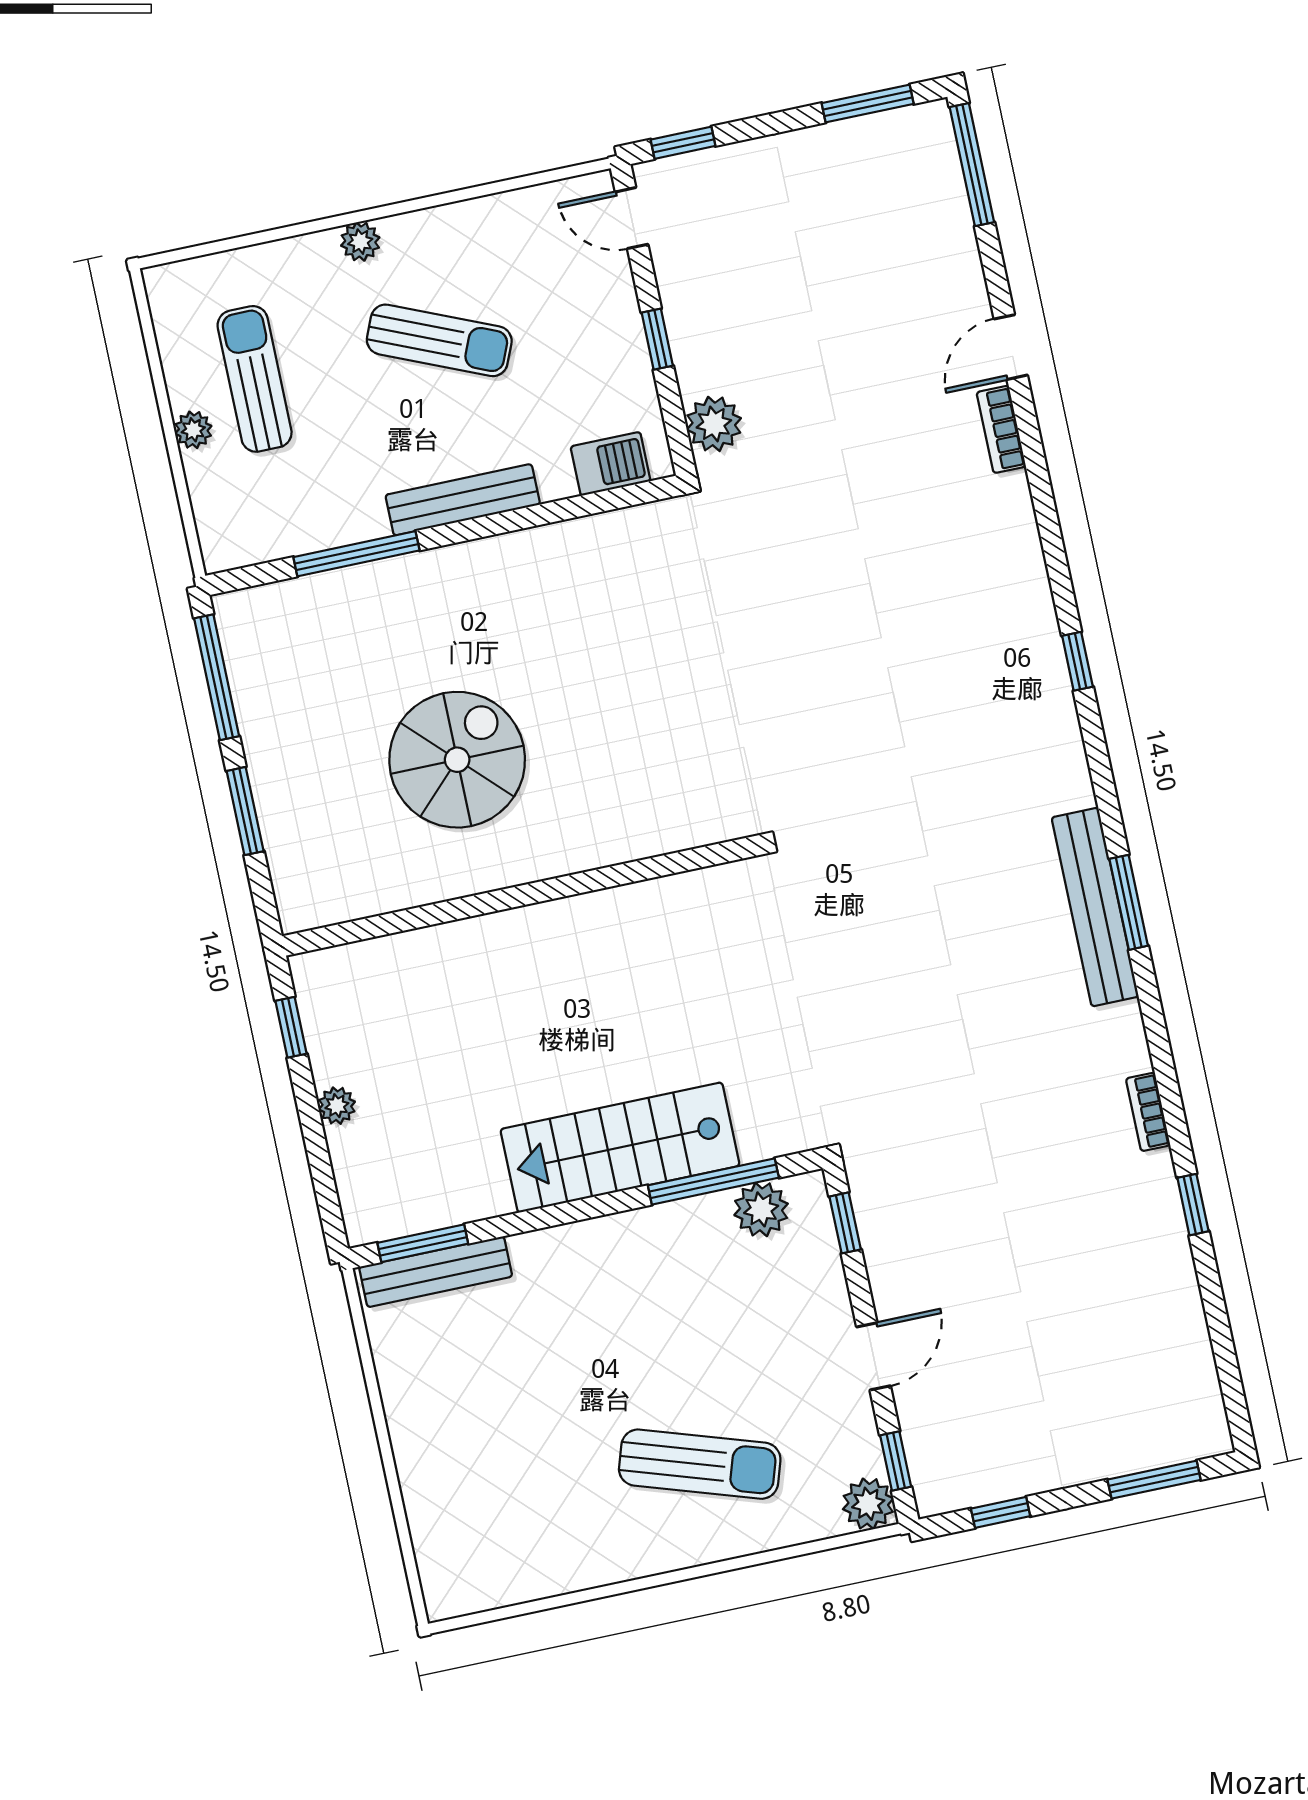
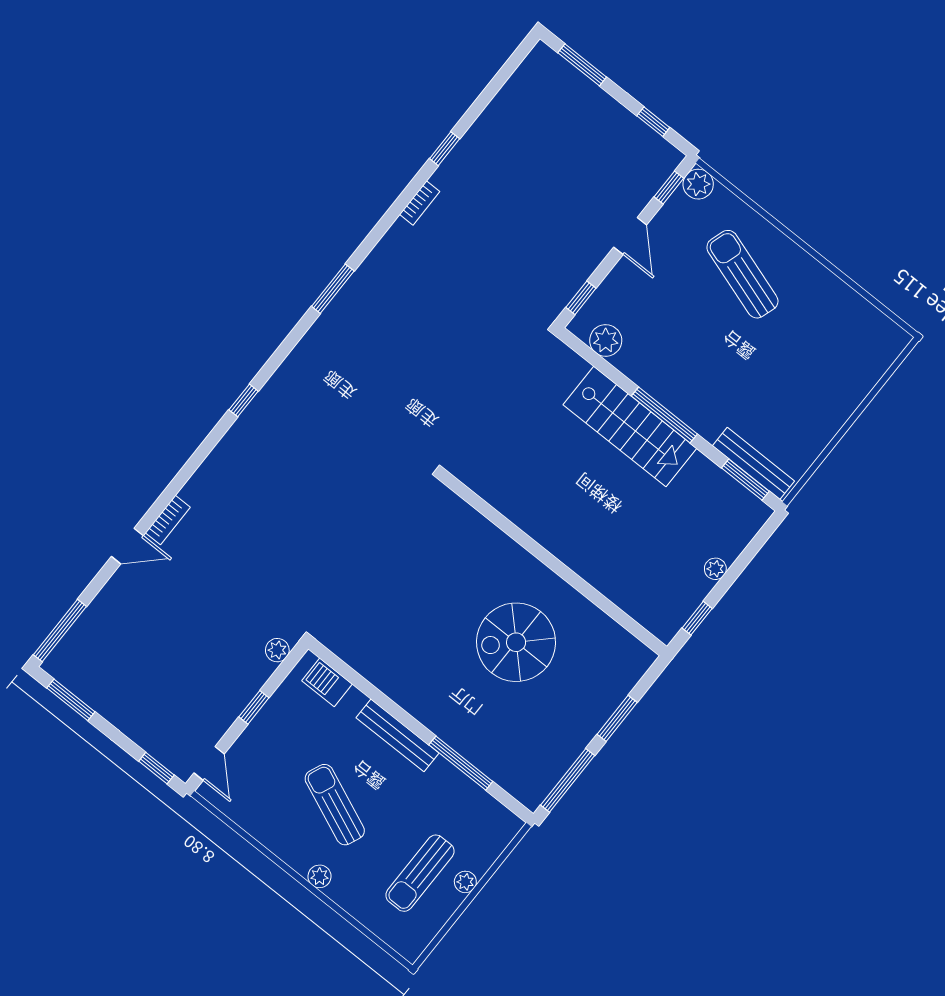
plant: (714, 424) -> (277, 650), width x0.73, depth x0.73
bench: (1095, 907) -> (347, 302), removed
window: (713, 1181) -> (664, 415), moved
door: (873, 1356) -> (630, 236), swing flipped

